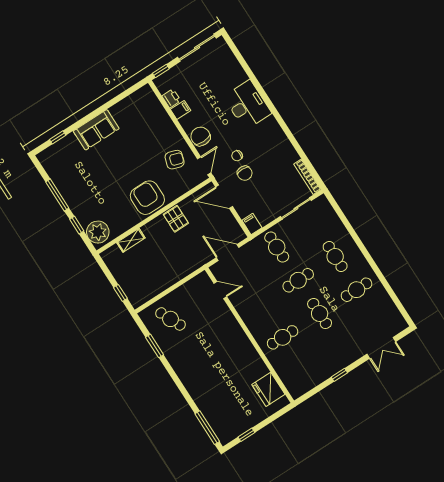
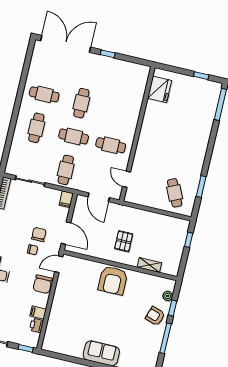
armchair: (175, 160) -> (155, 316), moved
pallet: (176, 219) -> (124, 241), moved
plant: (98, 232) -> (168, 296), width x0.53, depth x0.53
cafe table: (283, 337) -> (111, 145), moved
double door: (381, 348) -> (66, 44), width x1.87

